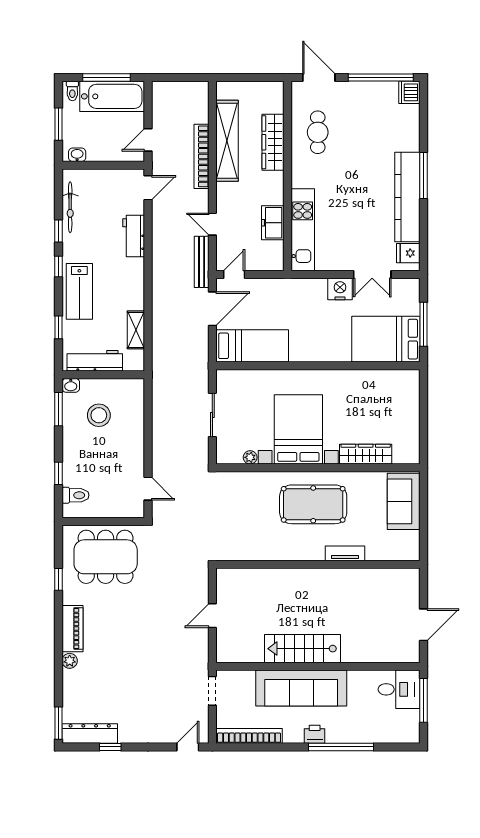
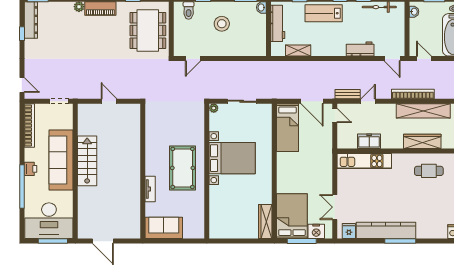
bench: (202, 262) -> (348, 94), width x0.73
nightstand: (340, 289) -> (316, 231), moved, turned 90
stool: (99, 415) -> (222, 24), moved
wardrobe: (366, 454) -> (265, 221), moved, turned 180
plant: (250, 457) -> (214, 108), moved
sofa: (404, 501) -> (164, 228), moved
desk: (399, 689) -> (49, 221), width x1.87, depth x1.30

